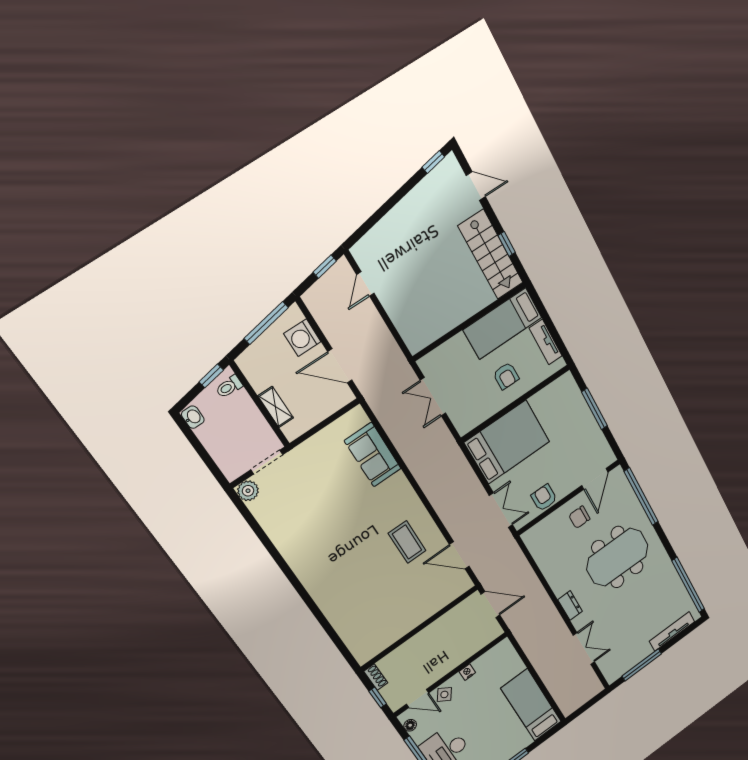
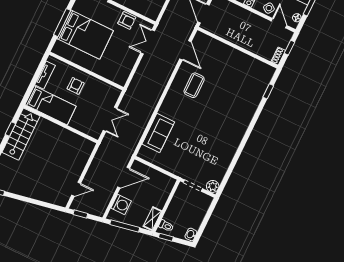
door: (340, 366) -> (124, 178), hinge flipped
shelving: (276, 407) -> (152, 219), moved
bed: (507, 442) -> (85, 35), moved, turned 180
armchair: (544, 498) -> (127, 20), turned -90
window: (337, 640) -> (268, 91), added

